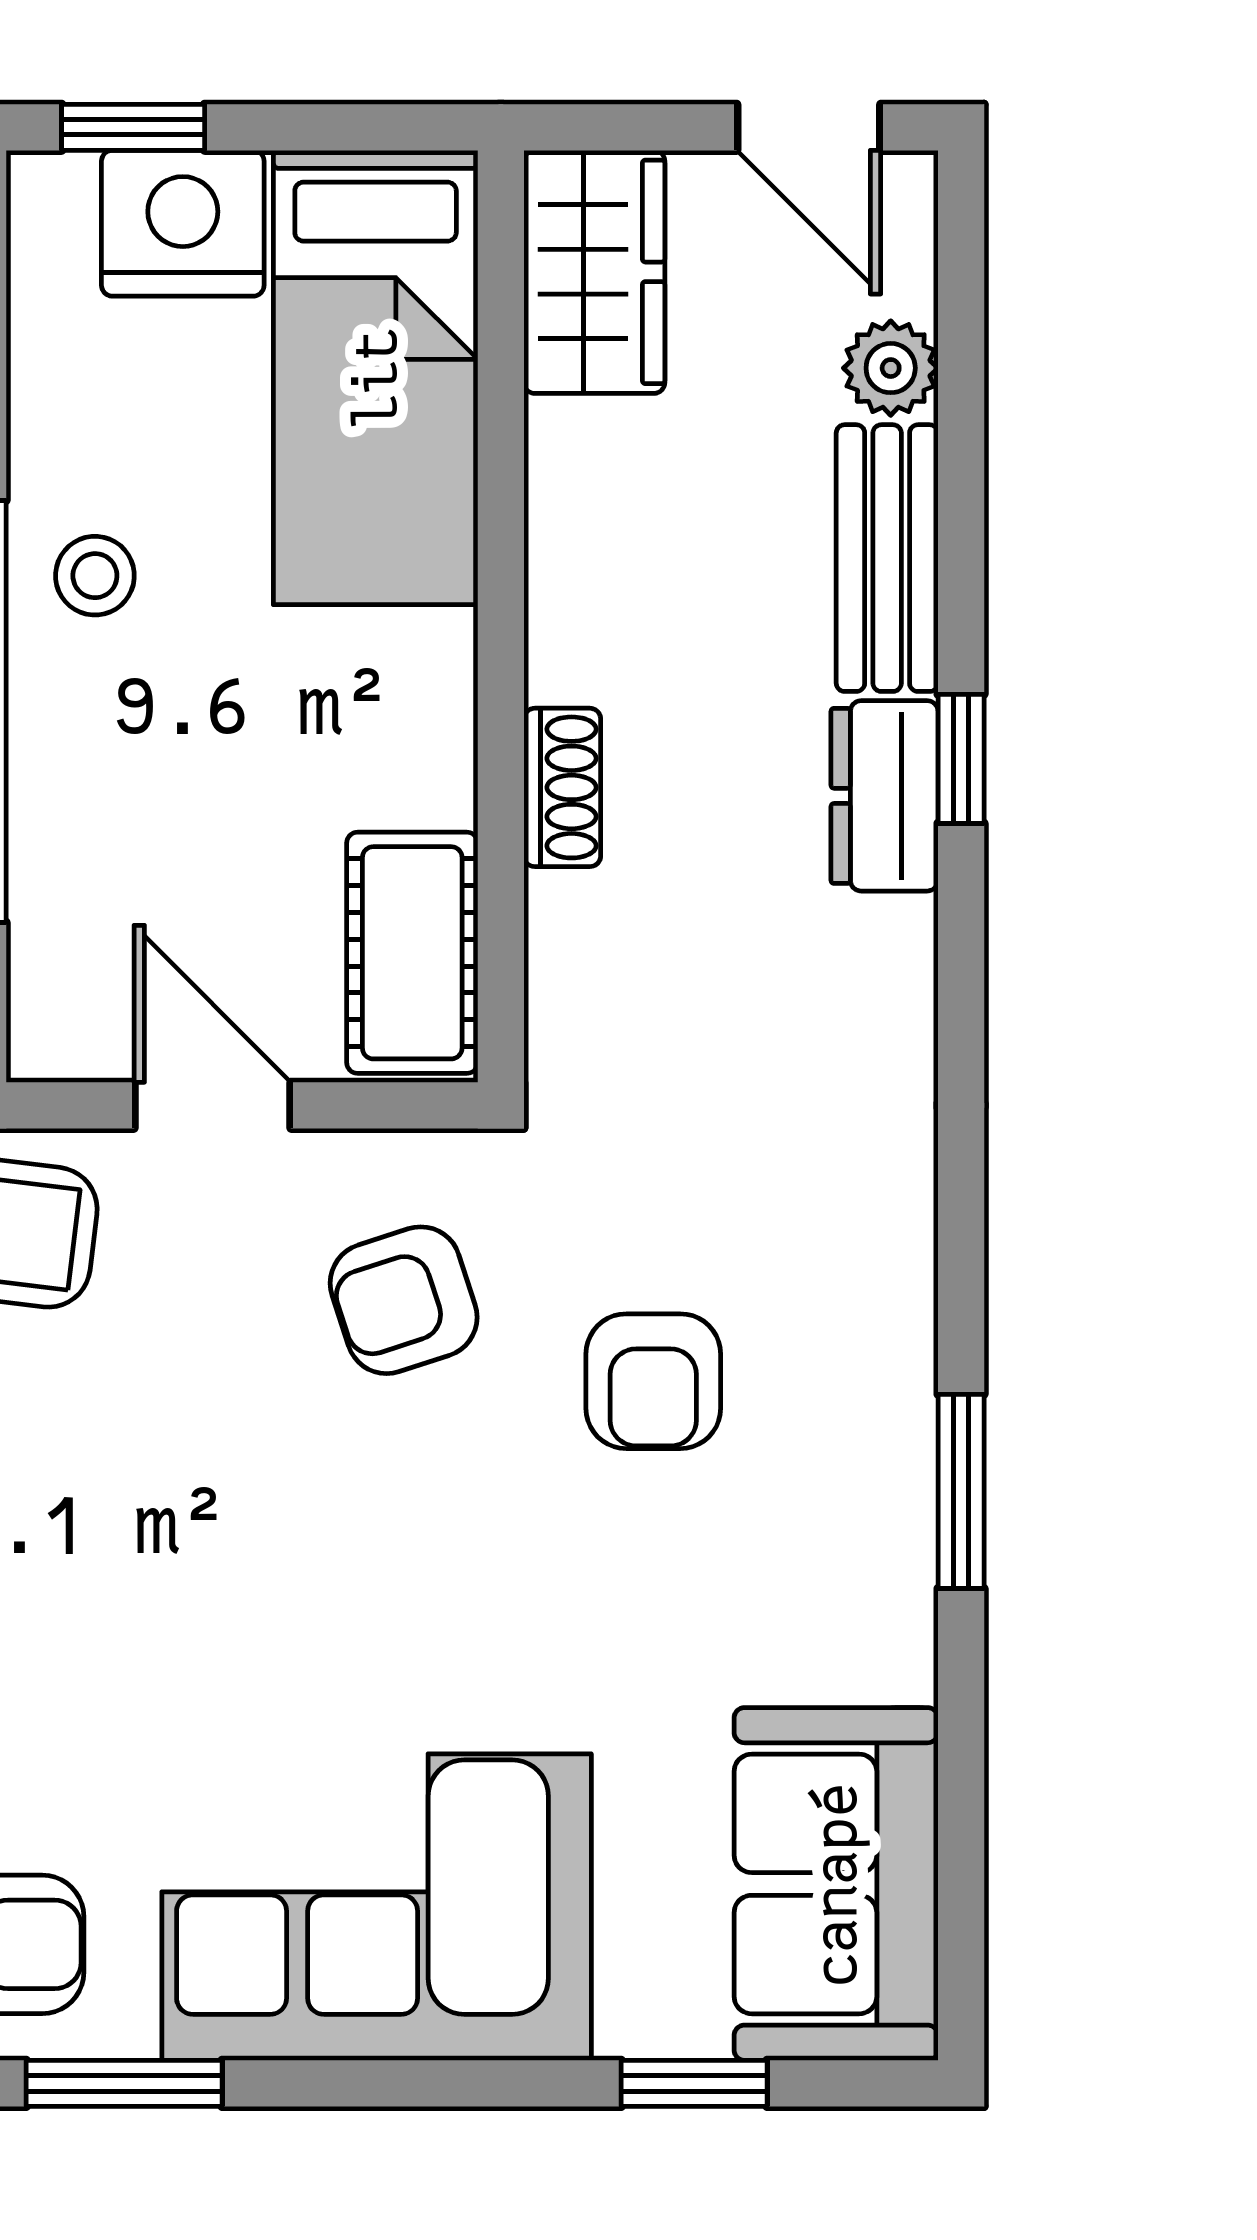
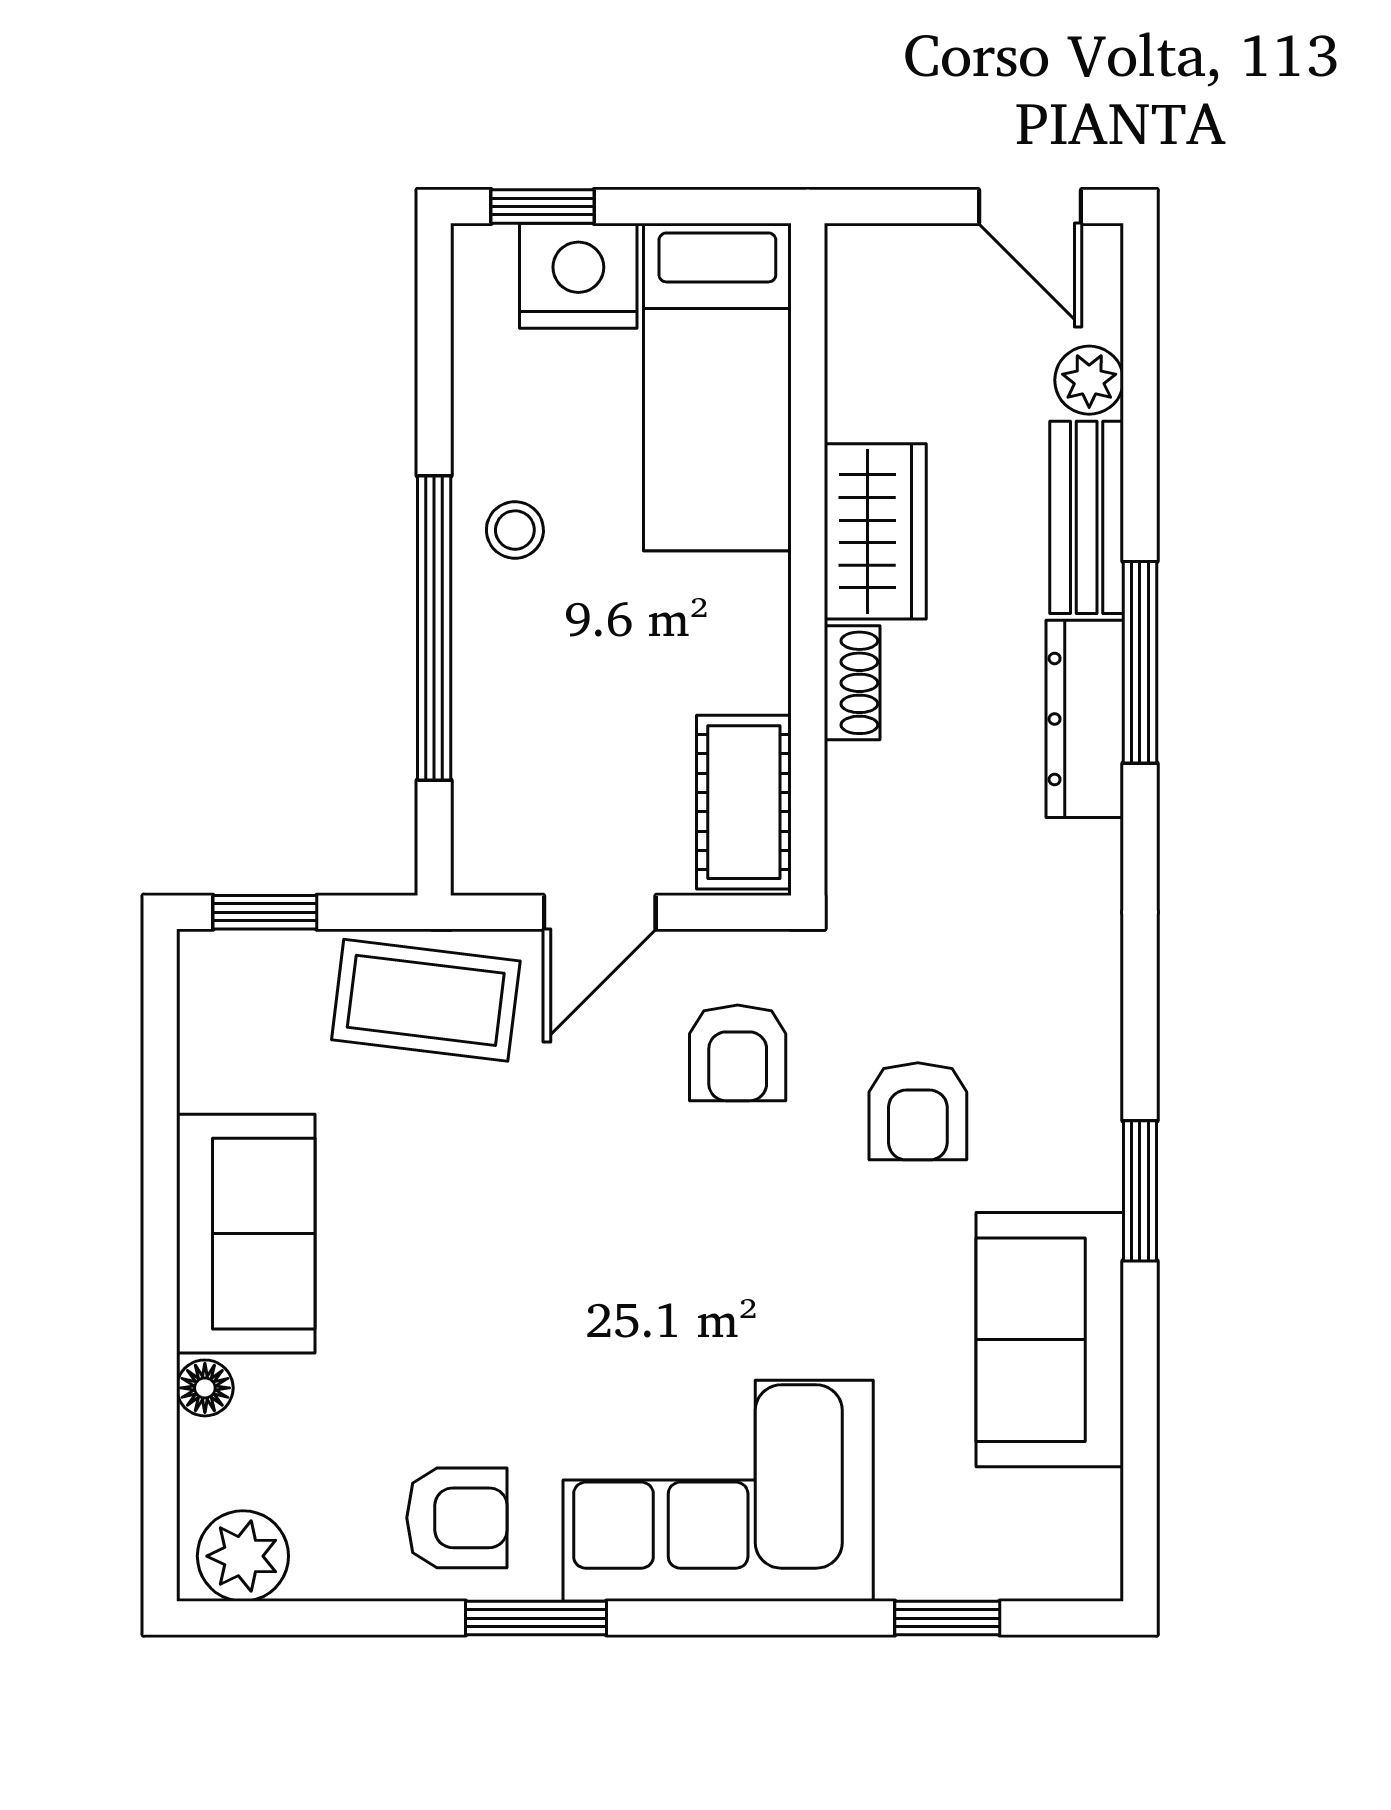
wardrobe: (594, 272) -> (875, 531), moved
window: (961, 759) -> (1140, 662), width x2.17
dresser: (885, 796) -> (1085, 719), width x1.44
door: (213, 1105) -> (600, 912), swing flipped
armchair: (404, 1300) -> (738, 1053), turned -72
sofa: (836, 1884) -> (1050, 1340), moved

